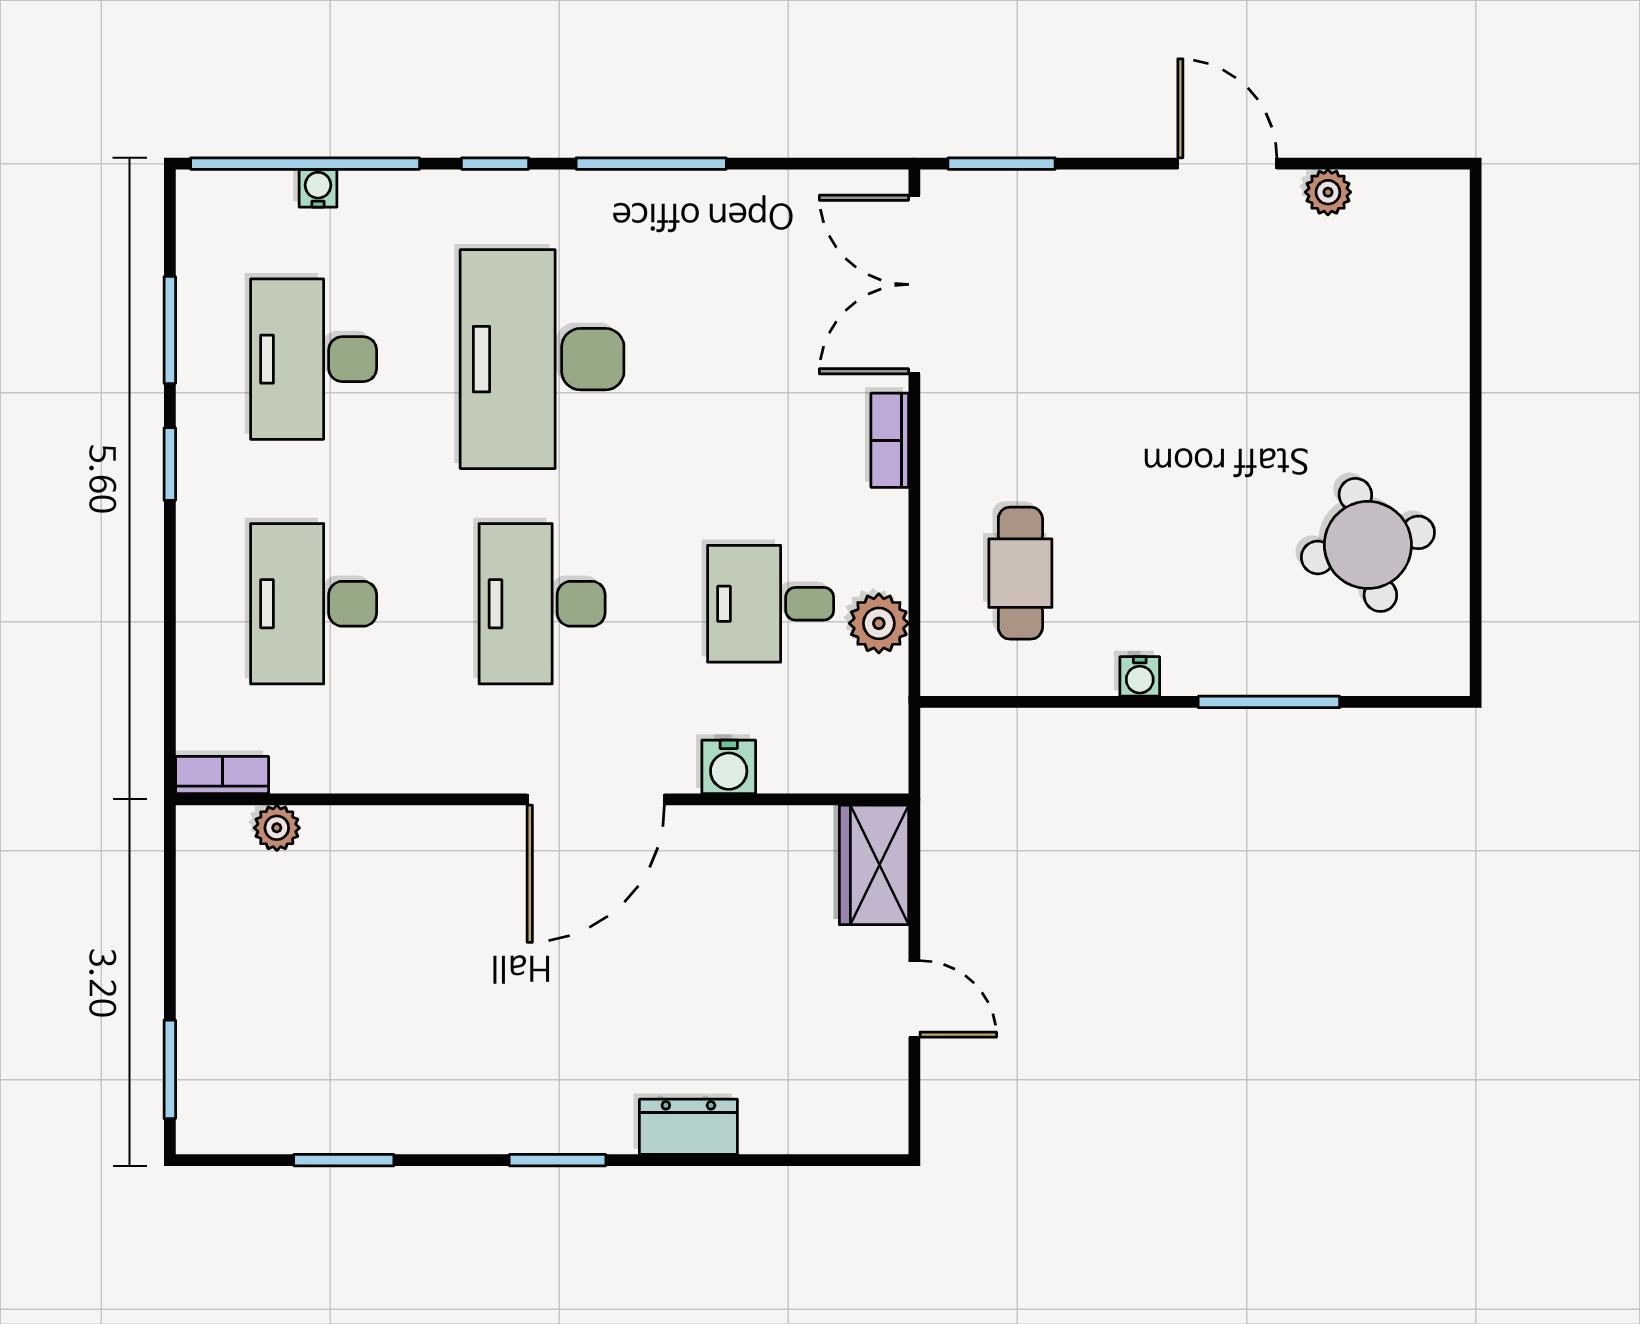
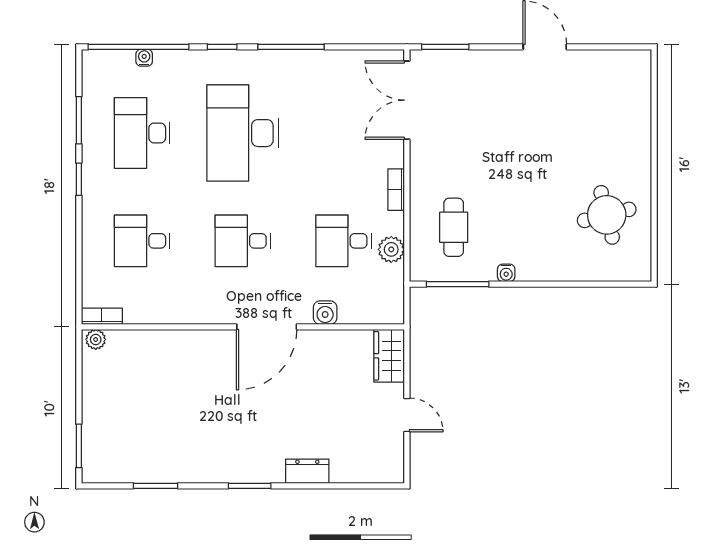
plant: (1328, 192) -> (589, 59), removed
bookcase: (890, 440) -> (396, 190), moved
desk: (314, 604) -> (142, 241), width x0.73
desk: (542, 604) -> (243, 241), width x0.73
window: (1269, 702) -> (458, 284), moved
plant: (277, 828) -> (96, 339), moved

